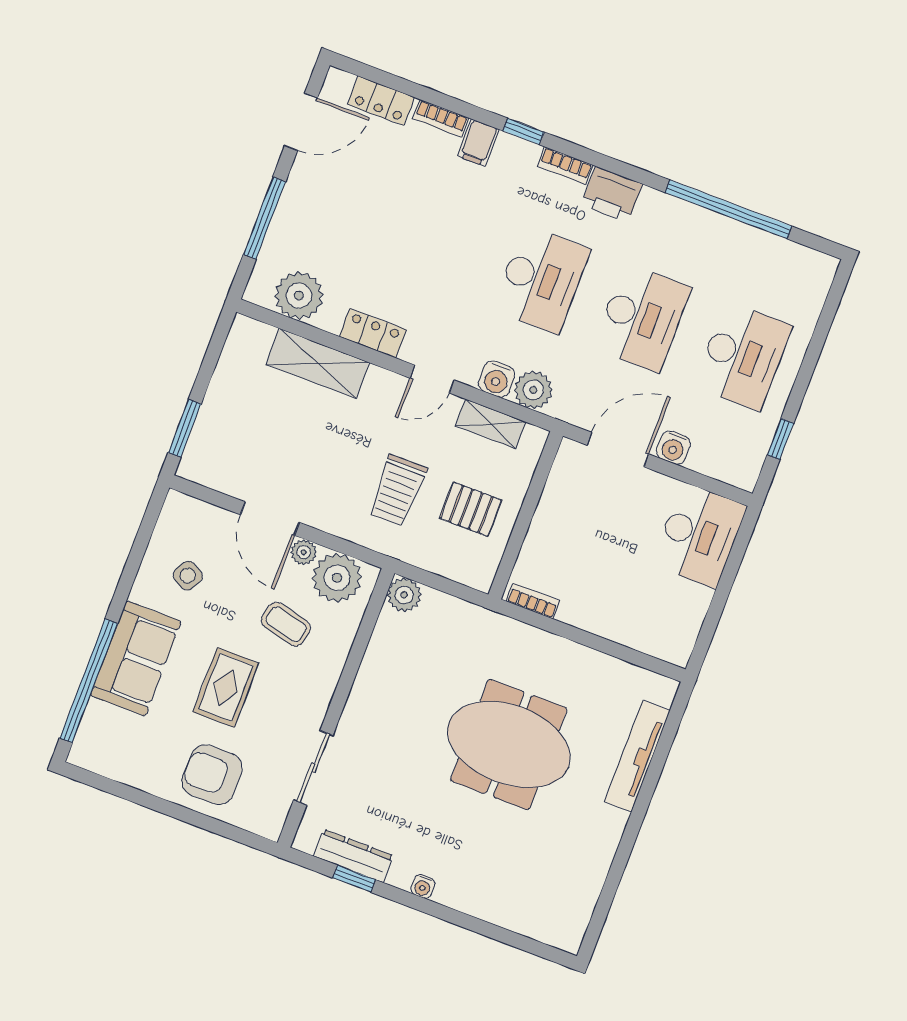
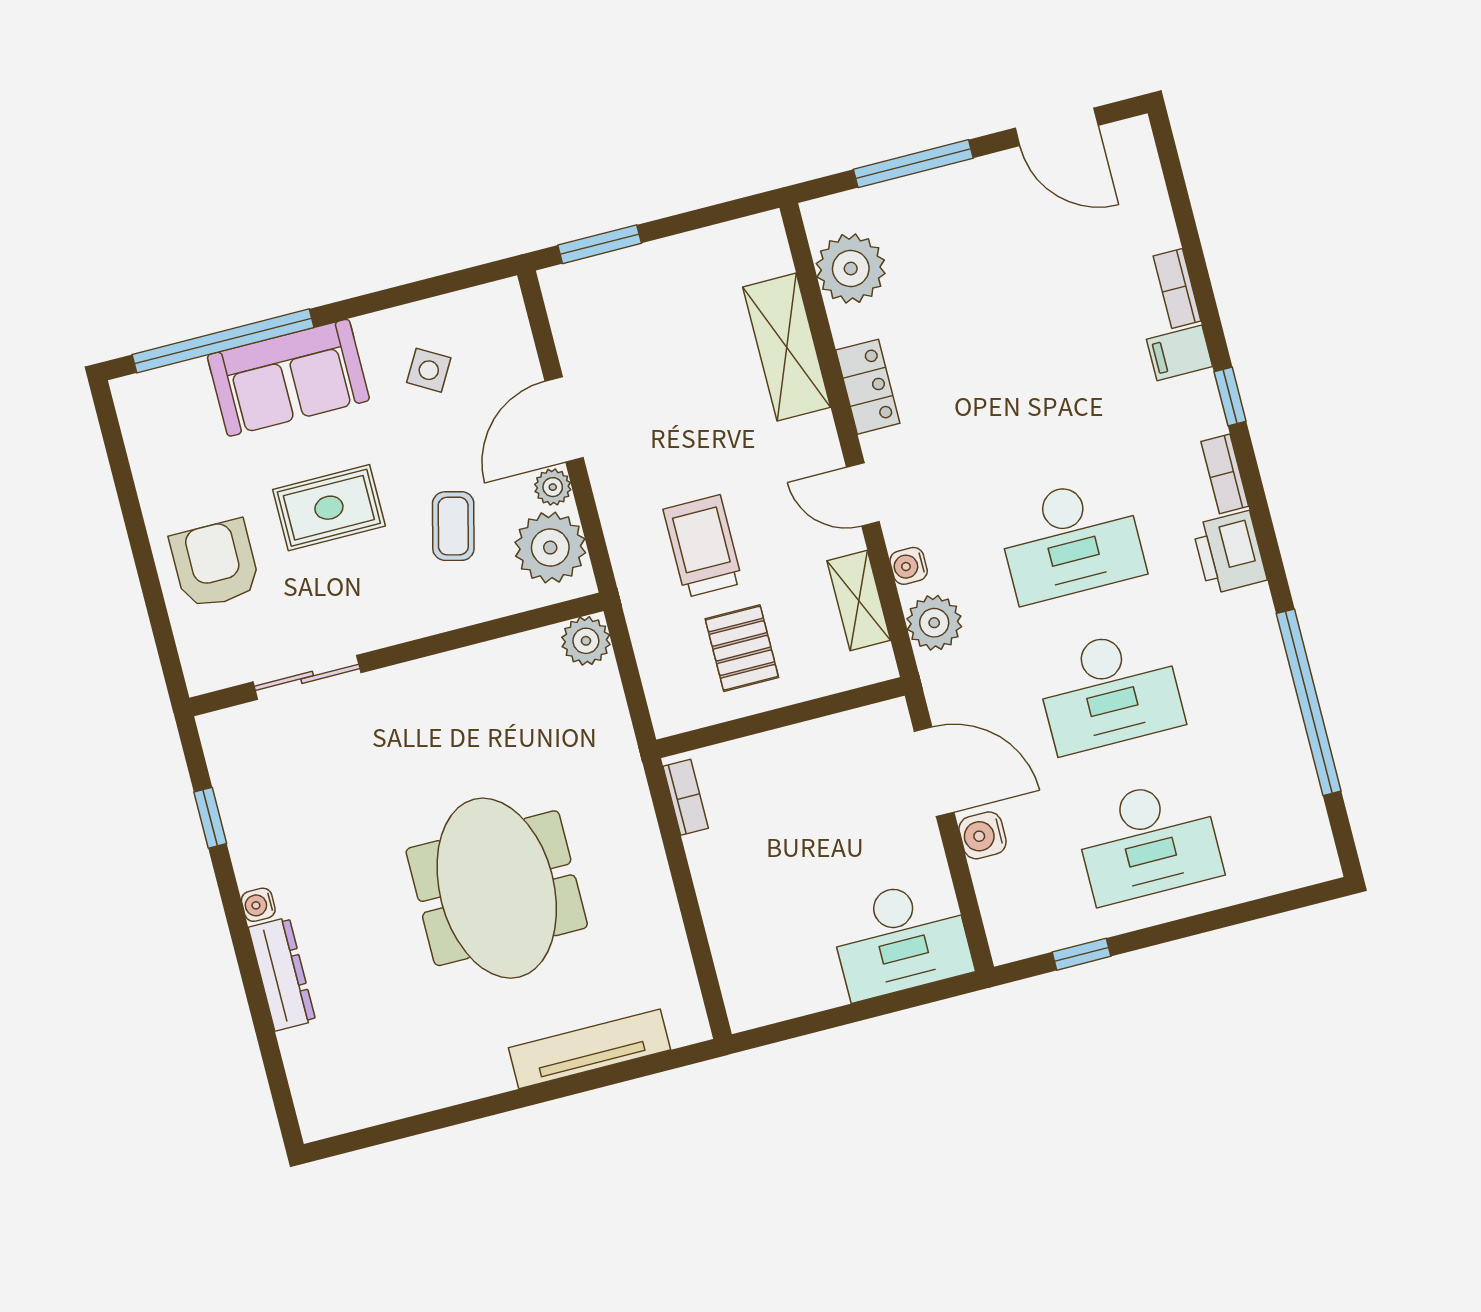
locker: (381, 101) -> (1148, 203), removed
water cooler: (497, 379) -> (909, 566), width x0.72, depth x0.72
trolley: (397, 491) -> (703, 546), turned 90
dresser: (354, 856) -> (282, 974), moved

